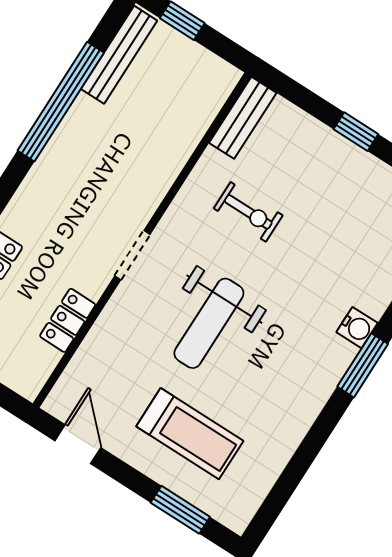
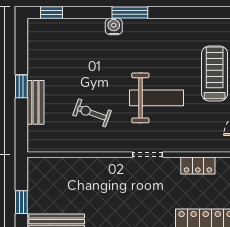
bench: (243, 118) -> (35, 102), moved, turned 90
exercise bike: (248, 212) -> (92, 113), turned -70

